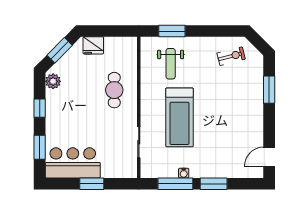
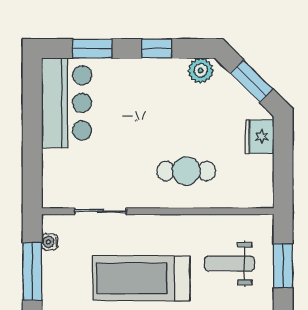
water cooler: (184, 173) -> (50, 242), moved
window: (92, 184) -> (32, 134), removed

